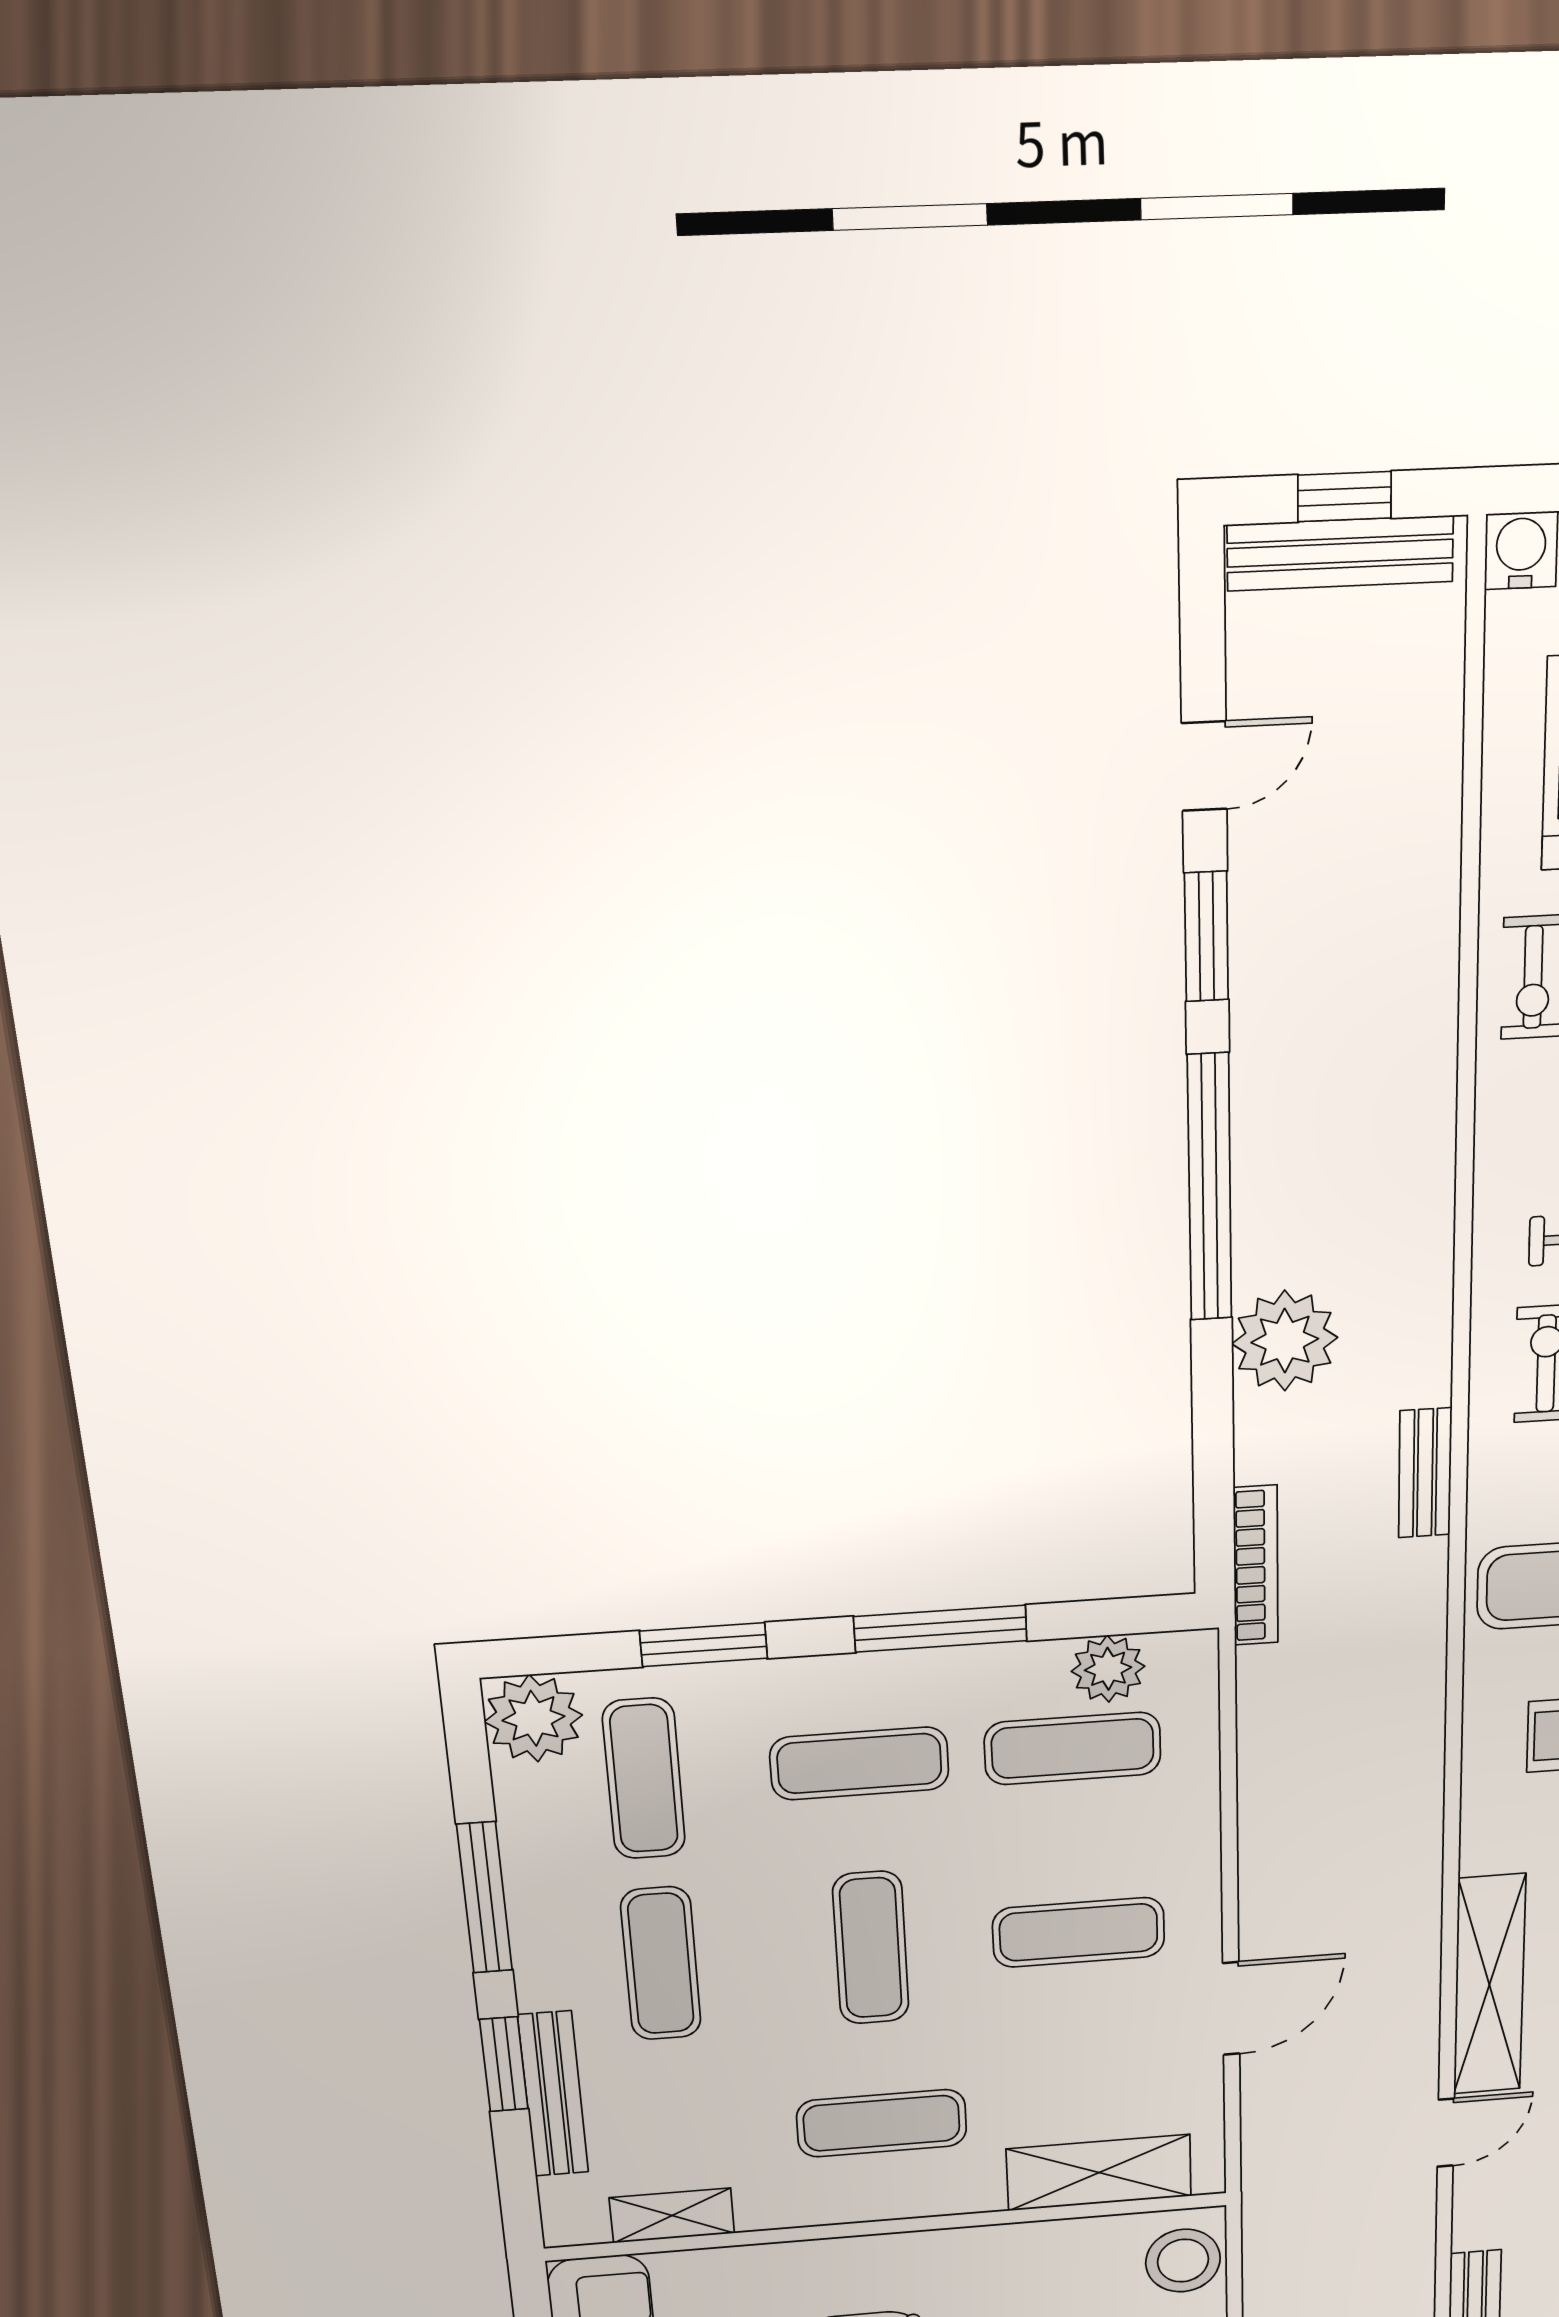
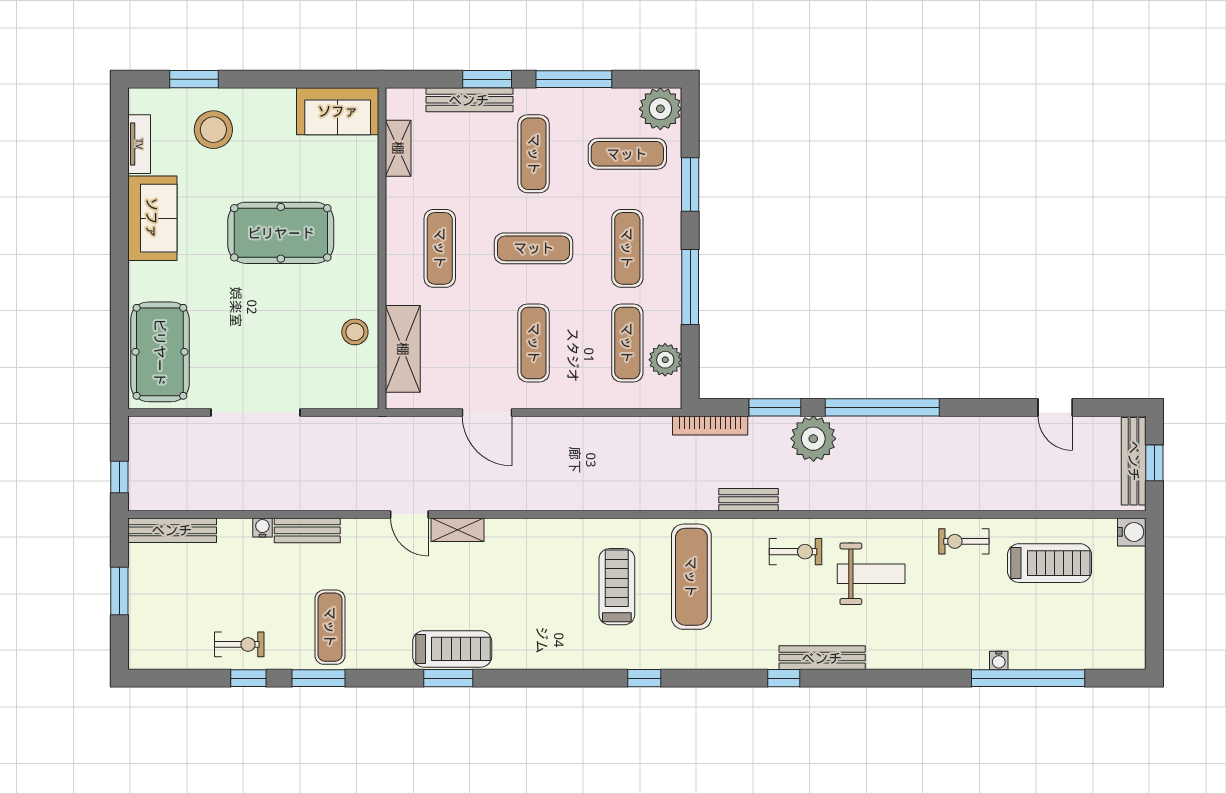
window: (1206, 937) -> (775, 407), moved
exercise mat: (661, 1964) -> (534, 154), turned 90
shelving: (1489, 1985) -> (457, 530), width x0.45, depth x0.75
stool: (1183, 2261) -> (355, 332), moved, width x0.73, depth x0.73

